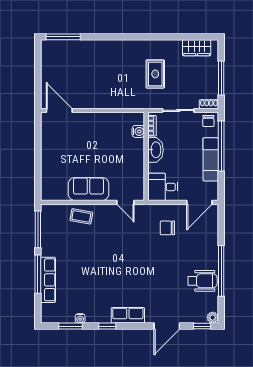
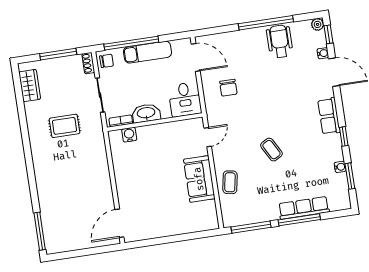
coffee table: (105, 259) -> (271, 150), added
water cooler: (186, 318) -> (323, 53), added

